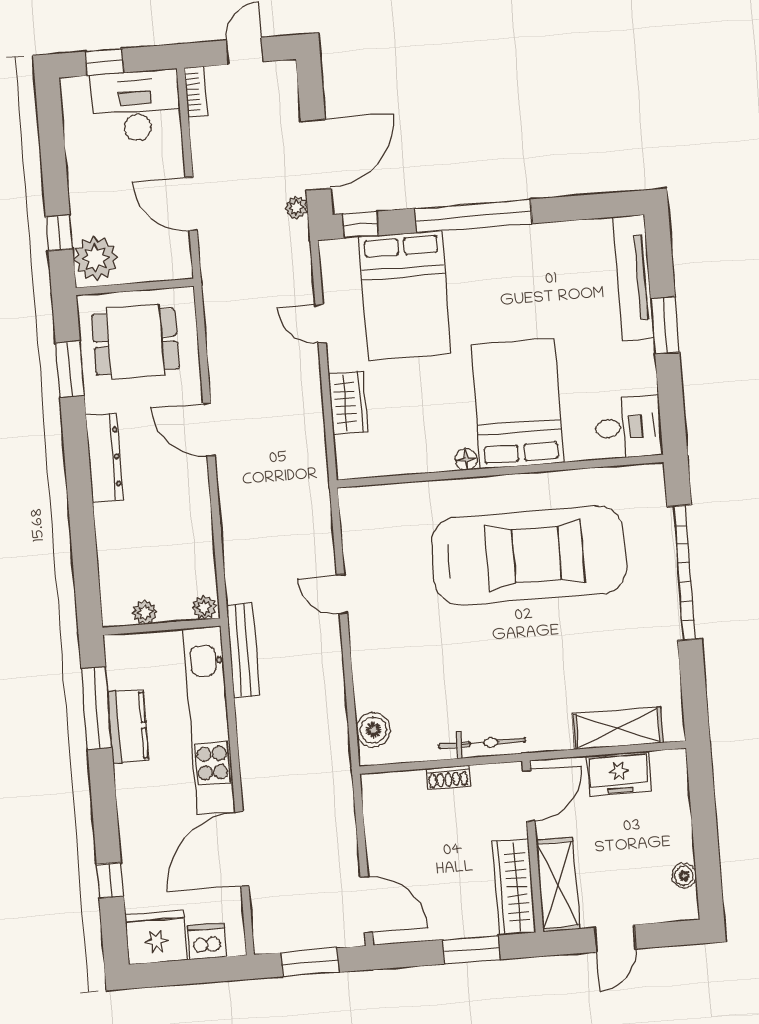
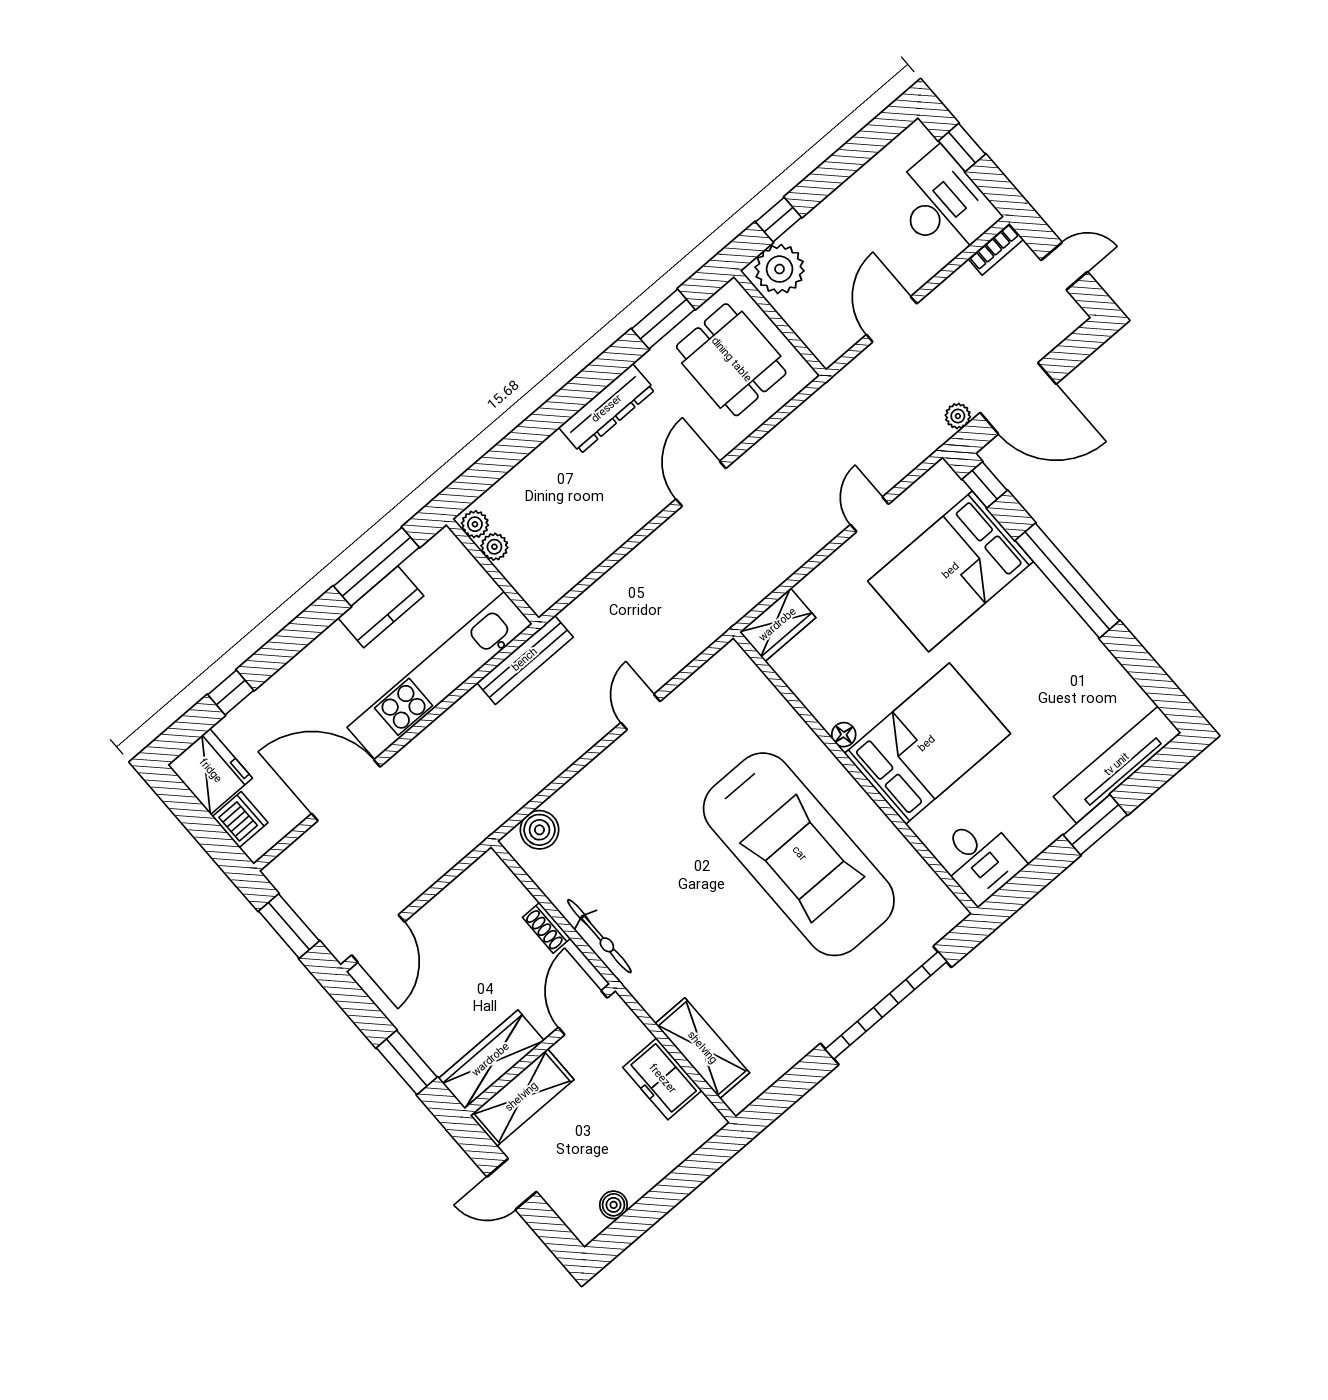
wardrobe: (348, 403) -> (778, 625), moved
plant: (204, 608) -> (475, 524), moved
door: (529, 796) -> (583, 1013), swing flipped

